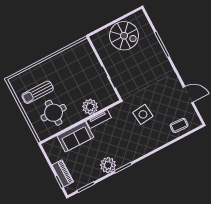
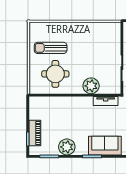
tv unit: (99, 119) -> (106, 101), moved
sofa: (75, 137) -> (105, 146), moved, turned 180
plant: (108, 165) -> (67, 147), moved

